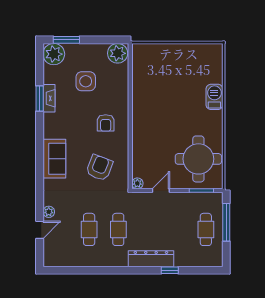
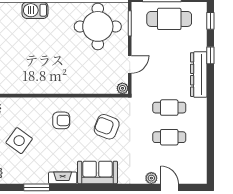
side table: (86, 81) -> (19, 141), turned 36
fireplace: (49, 98) -> (63, 178), moved
door: (161, 191) -> (130, 64), swing flipped
cafe table: (206, 229) -> (169, 19), width x1.37, depth x1.35
window: (204, 270) -> (210, 21), added

